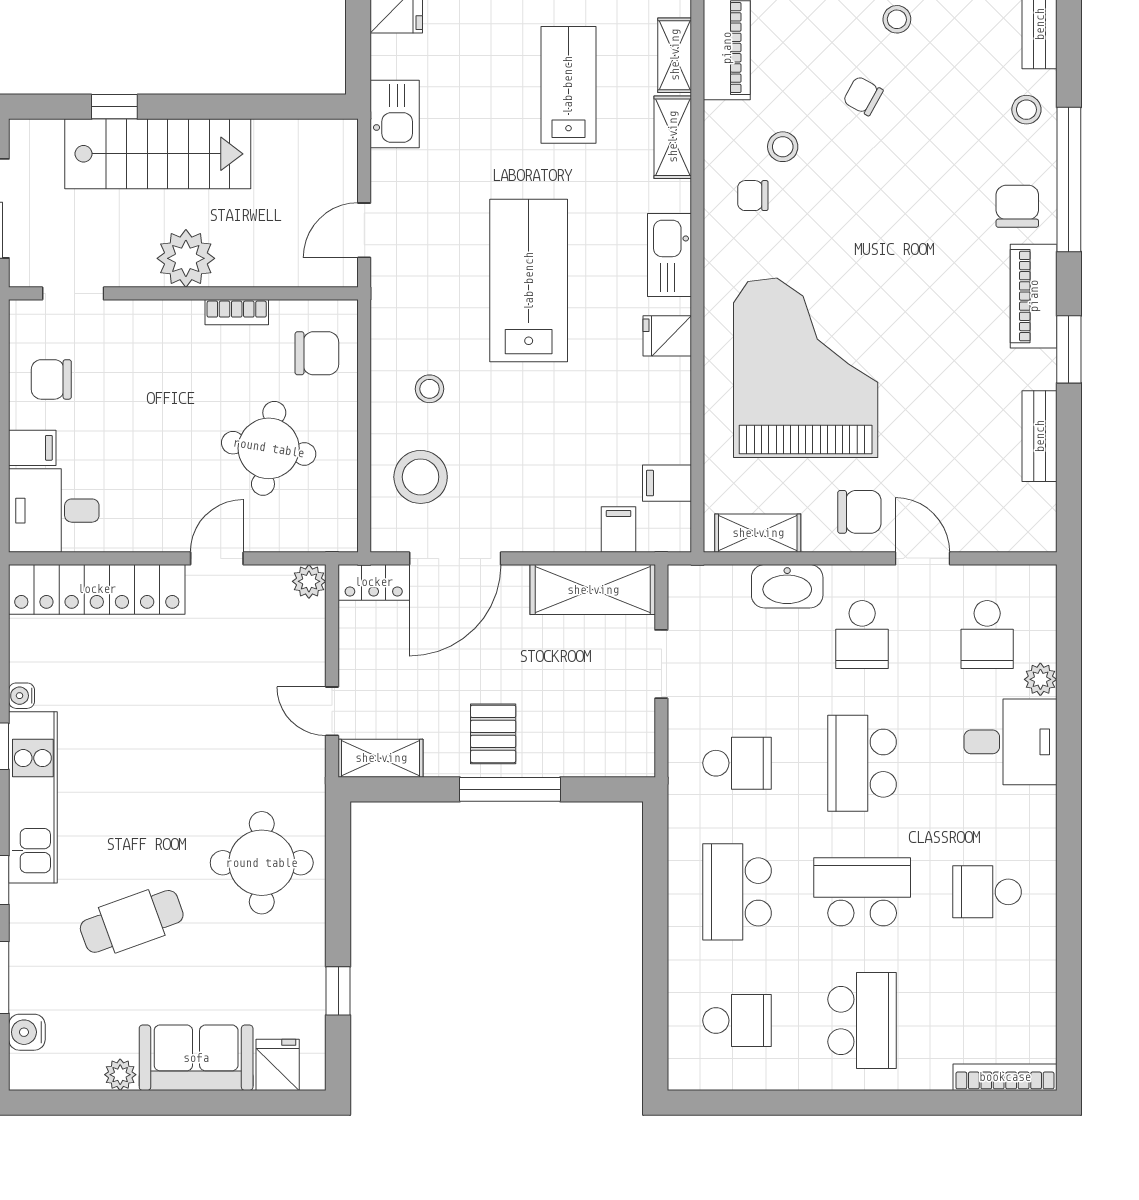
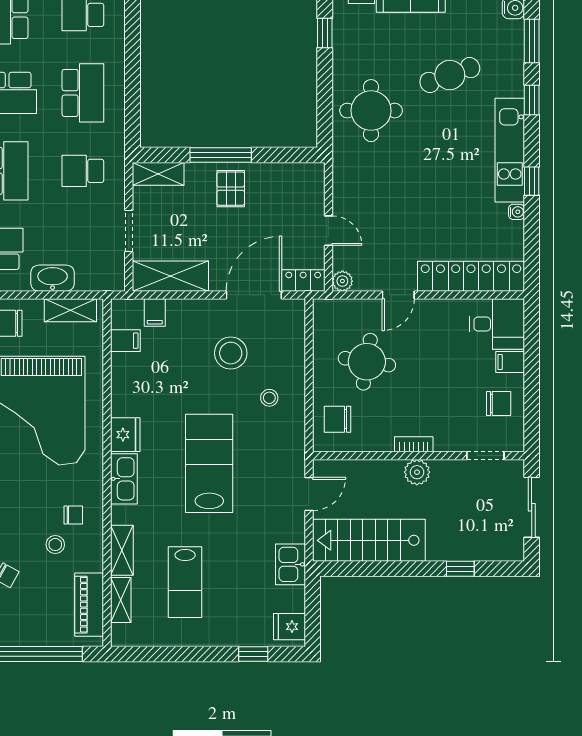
stairs: (158, 154) -> (369, 540), moved
plant: (186, 258) -> (417, 472), width x0.73, depth x0.73
lab bench: (529, 281) -> (209, 463), turned 180
bookcase: (237, 312) -> (414, 444), moved
fridge: (667, 336) -> (125, 435), width x1.38
stool: (421, 477) -> (231, 353), moved
door: (332, 711) -> (328, 231), moved
shelving: (381, 758) -> (158, 174), moved

